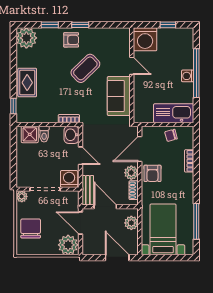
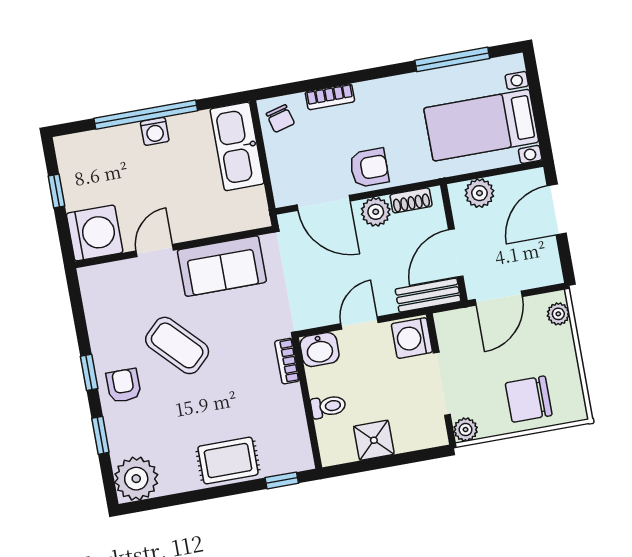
shower: (30, 134) -> (374, 440), moved
chair: (171, 135) -> (280, 119), moved
plant: (68, 245) -> (558, 314), width x0.53, depth x0.53

